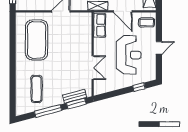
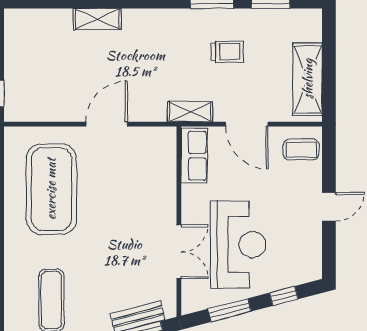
reception desk: (129, 55) -> (238, 244), moved
window: (115, 93) -> (229, 310), added

